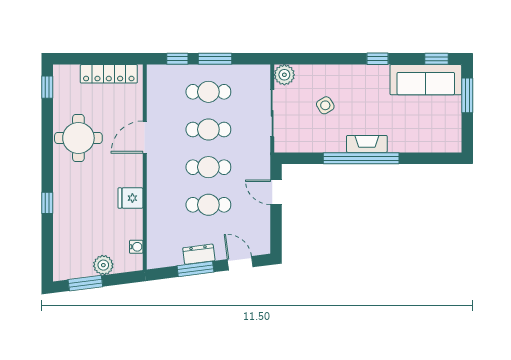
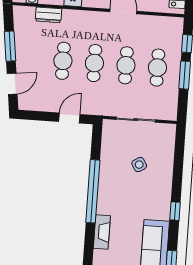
plant: (284, 75) -> (167, 132), removed
fireplace: (367, 144) -> (102, 232), moved
dresser: (199, 254) -> (48, 15), moved, turned 97

